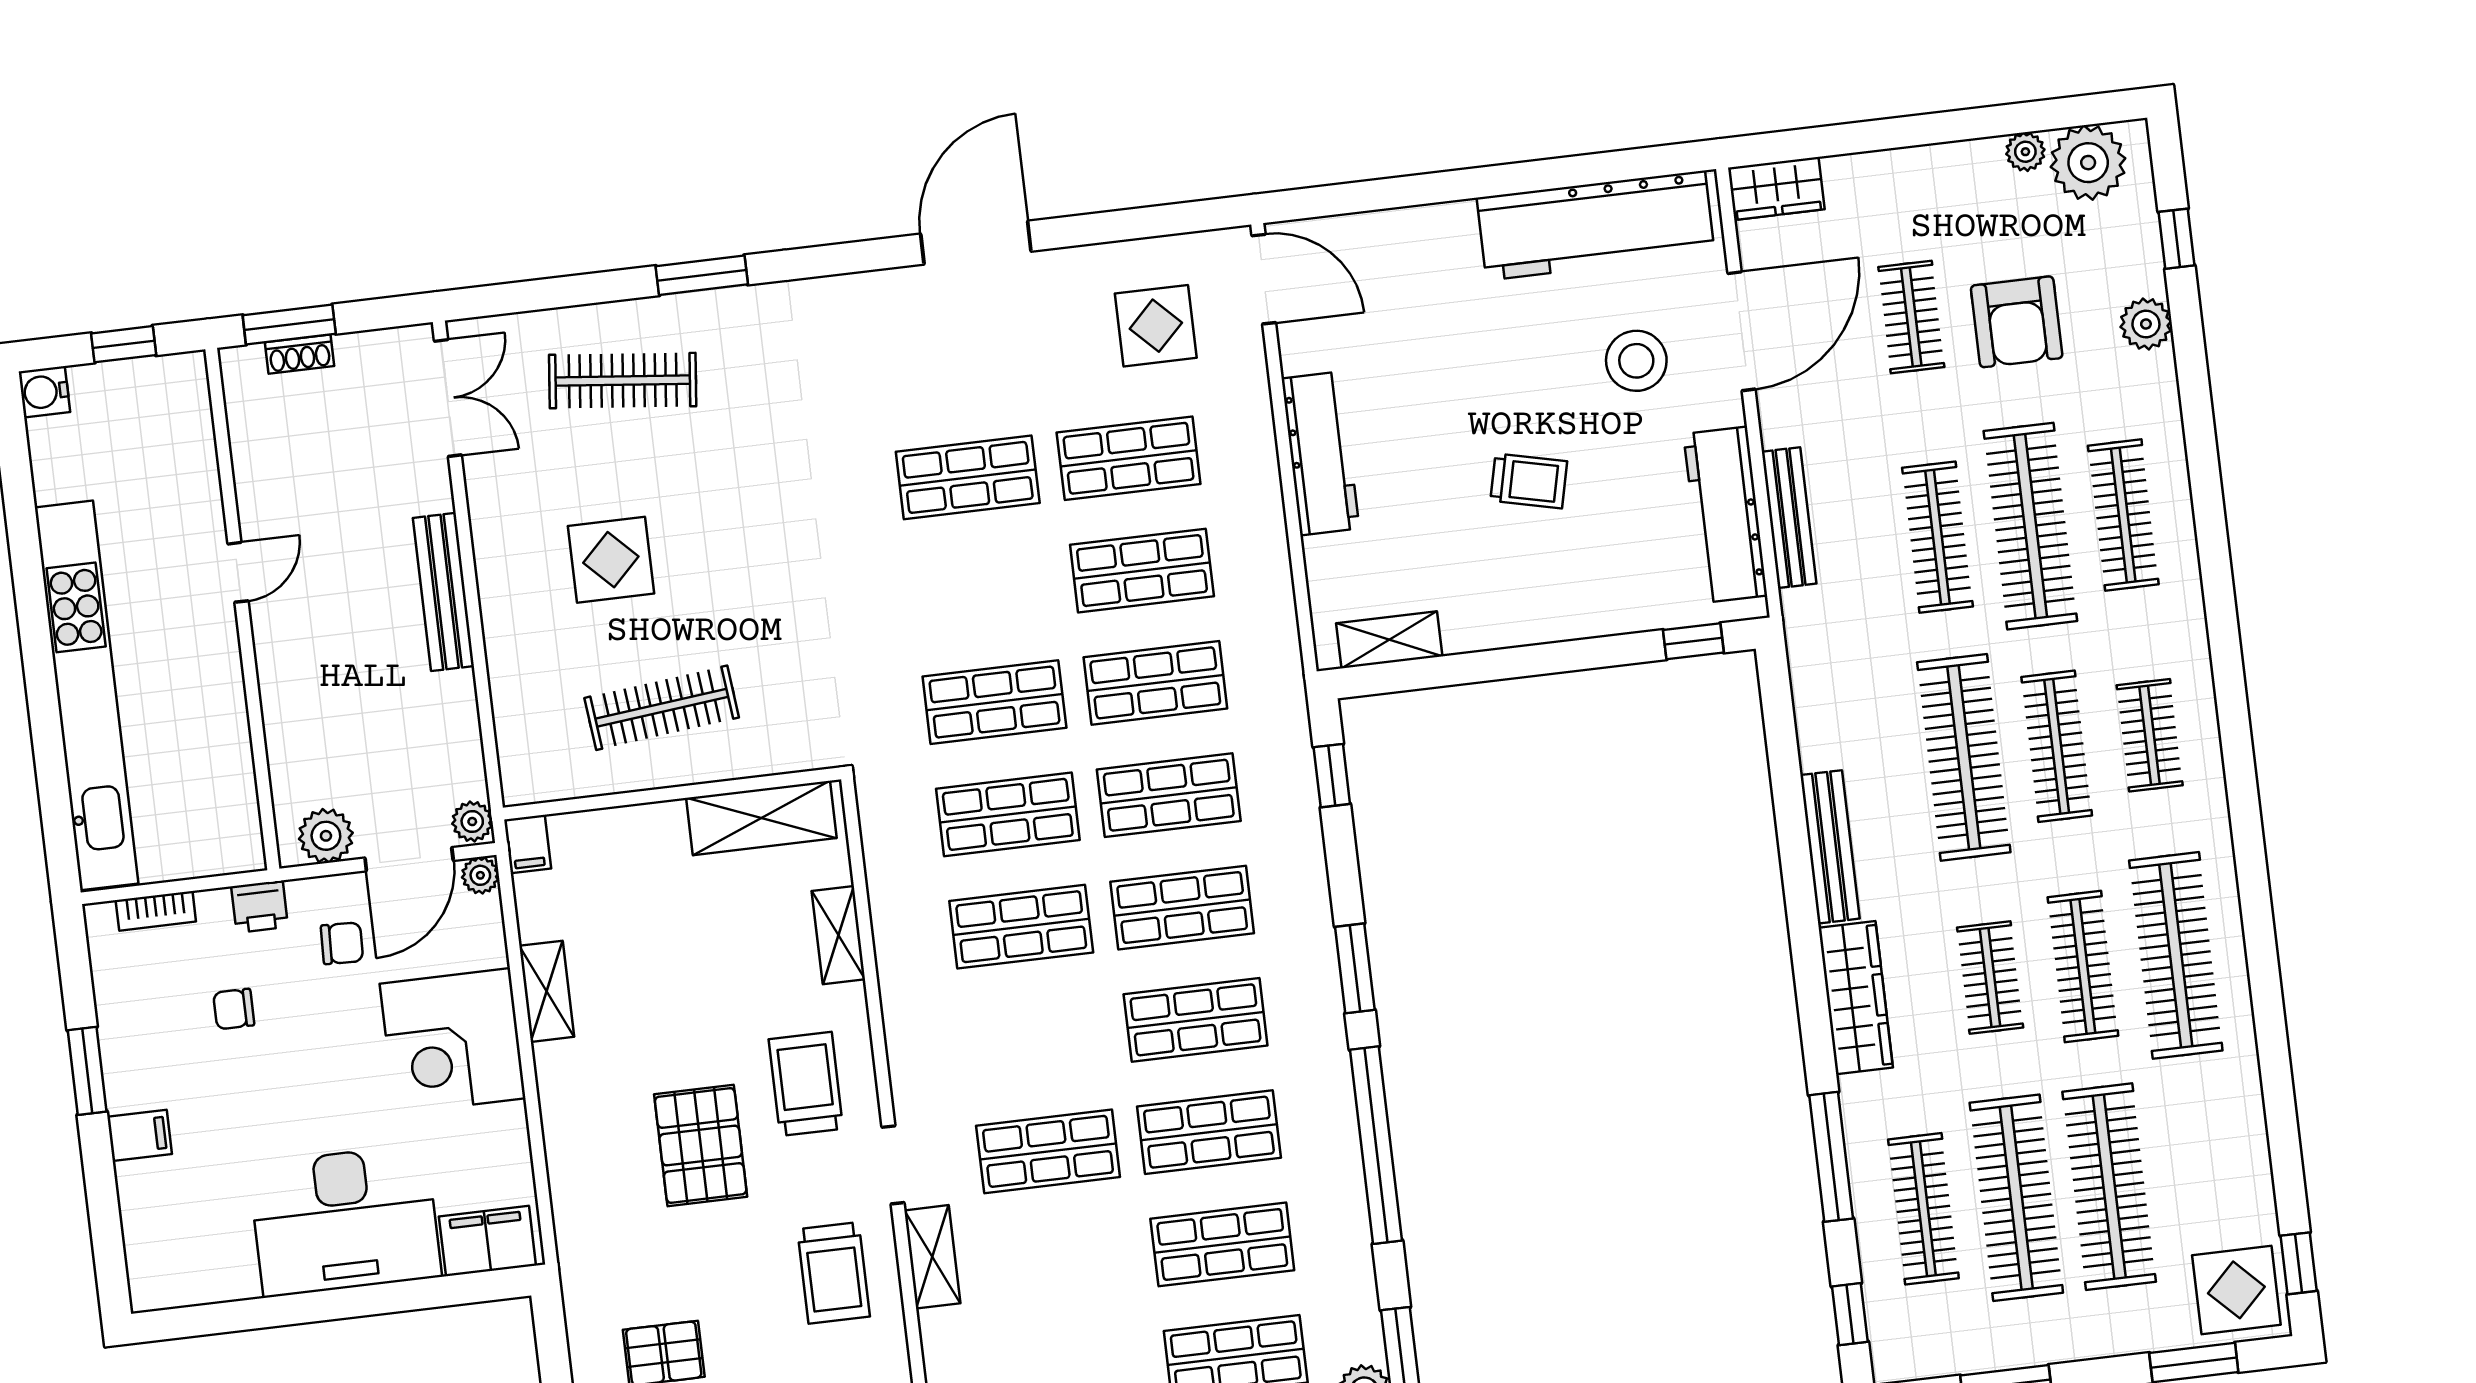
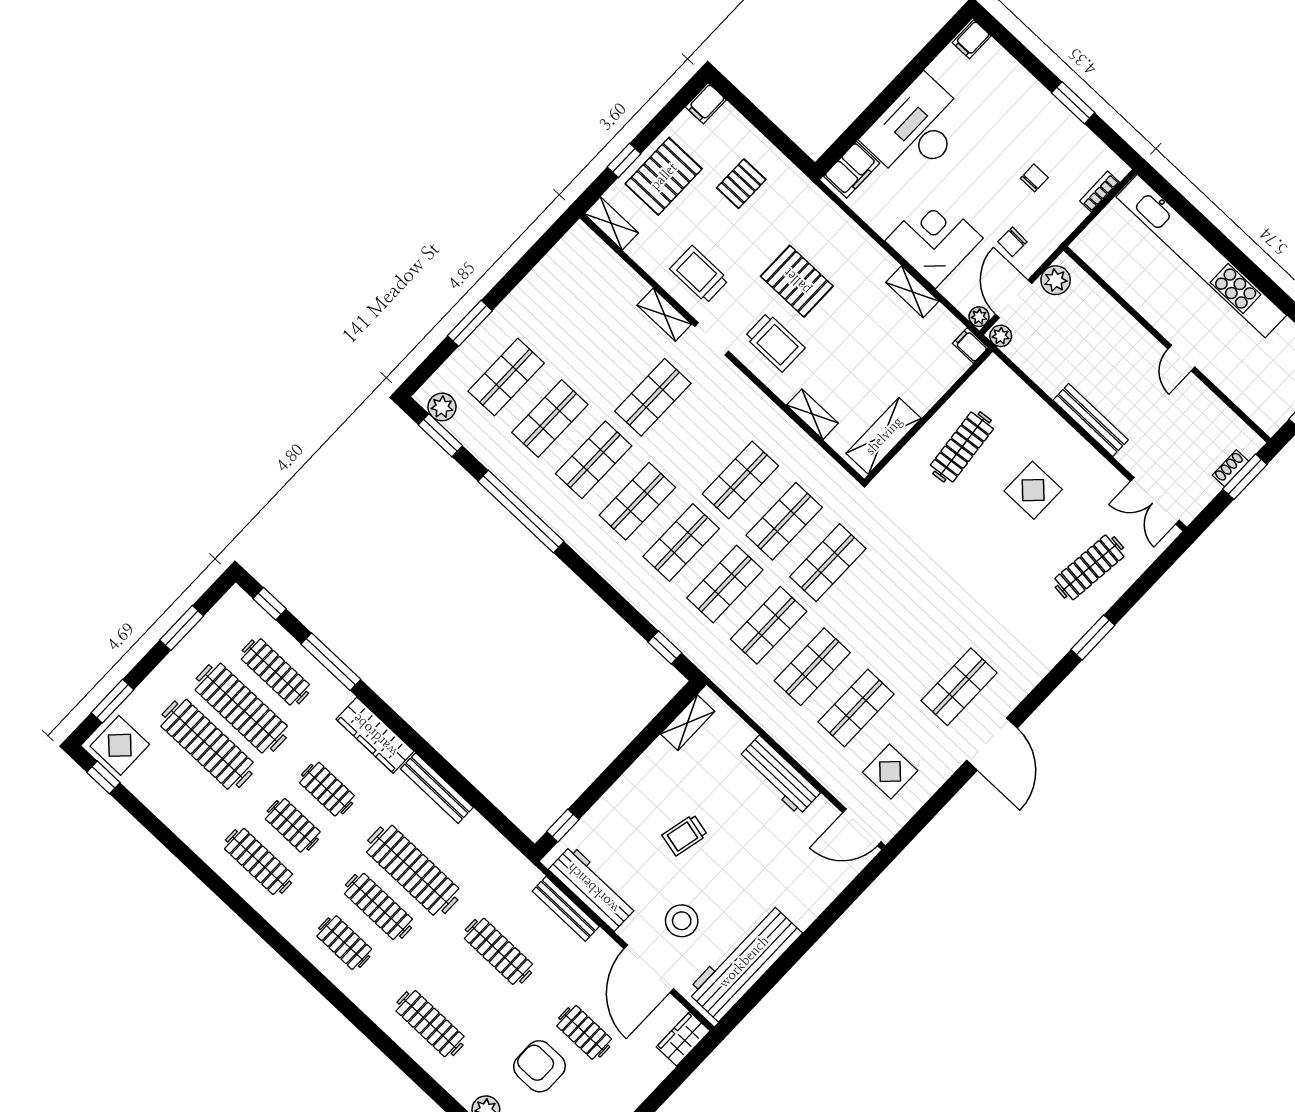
shop shelf: (968, 477) -> (959, 687), moved
clothes rail: (2030, 526) -> (464, 987), removed
printer: (260, 907) -> (1059, 229), removed
clothes rail: (2176, 955) -> (259, 861), width x0.73, depth x0.76
clothes rail: (2083, 966) -> (293, 825), width x0.73
window: (1355, 968) -> (590, 576), removed
filing cabinet: (140, 1135) -> (972, 39), moved

